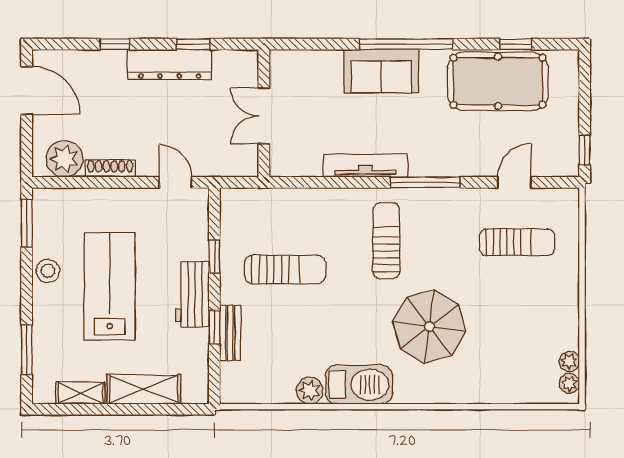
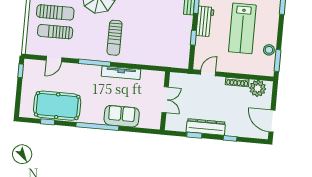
sofa: (381, 71) -> (122, 116), moved
door: (175, 182) -> (208, 73), swing flipped
sun lounger: (285, 270) -> (55, 12), moved, turned 180
stool: (48, 271) -> (269, 50), moved

